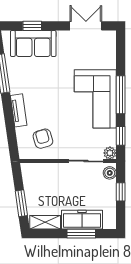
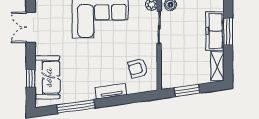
window: (21, 203) -> (187, 90), moved

